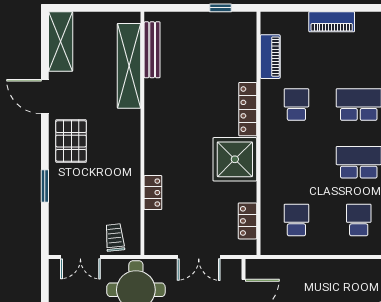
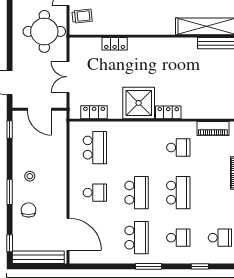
locker: (248, 109) -> (168, 112), width x0.66
school desk: (296, 220) -> (95, 148), width x1.85

